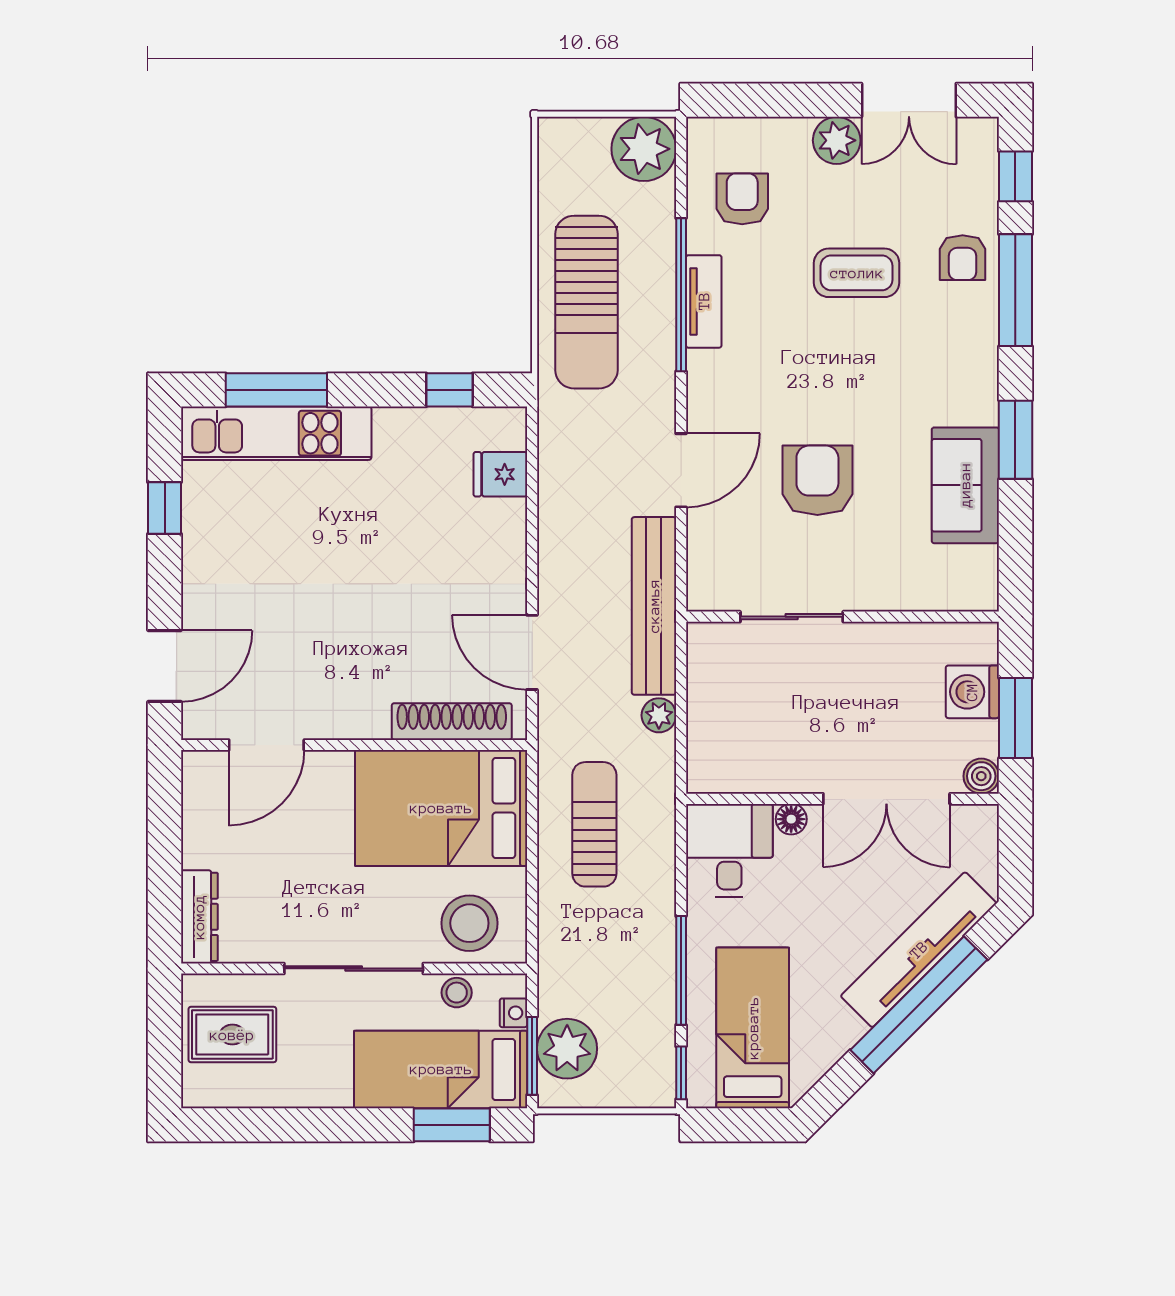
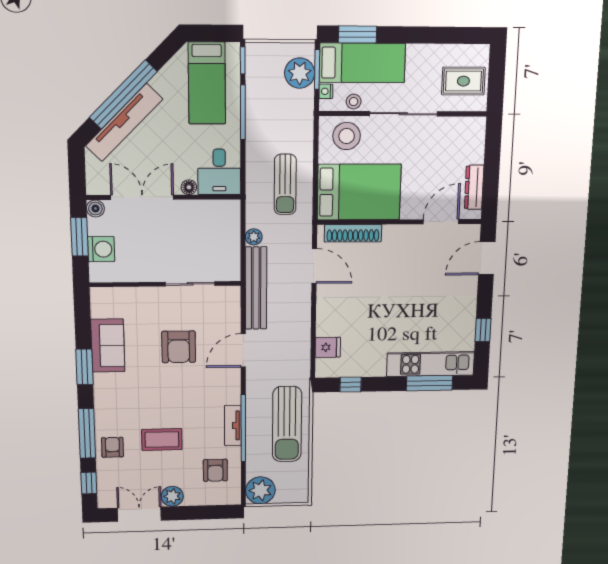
sun lounger: (586, 302) -> (287, 424), turned 180
dresser: (199, 917) -> (474, 187), moved

